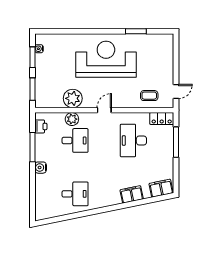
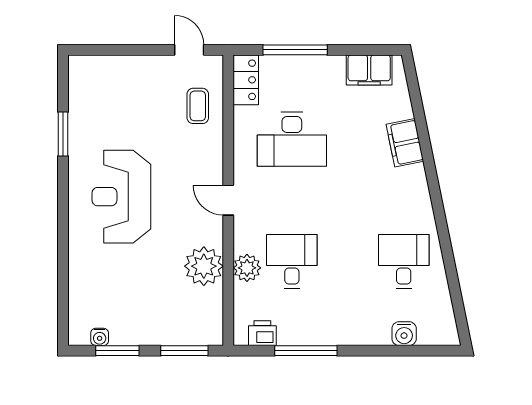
reception desk: (106, 59) -> (121, 197), width x0.74, depth x0.77
water cooler: (41, 168) -> (404, 334), moved
filing cabinet: (161, 188) -> (369, 70), moved, turned -78

